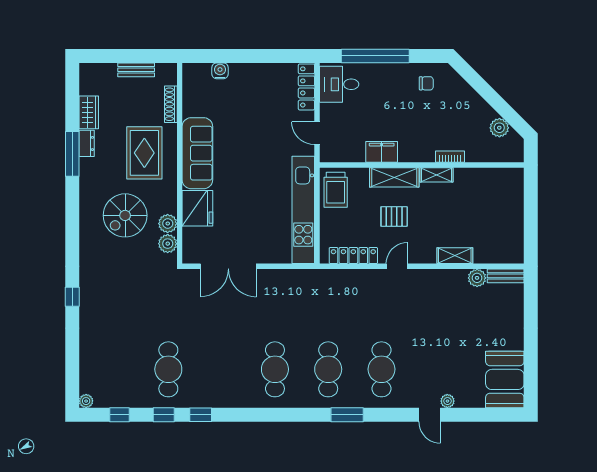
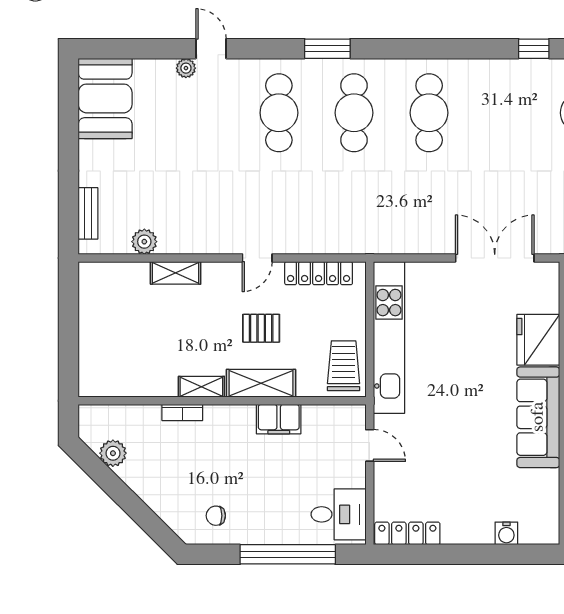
locker: (306, 87) -> (407, 533), moved, turned -90
bench: (506, 276) -> (88, 213), moved, turned 90

